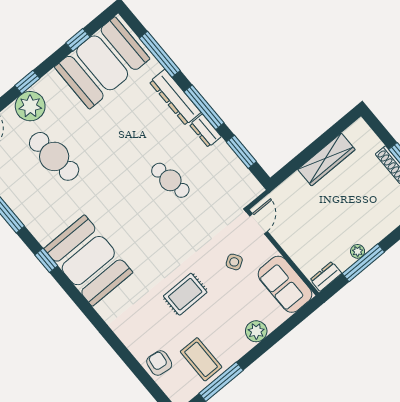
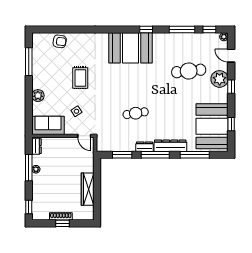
coffee table: (201, 359) -> (46, 61), removed

